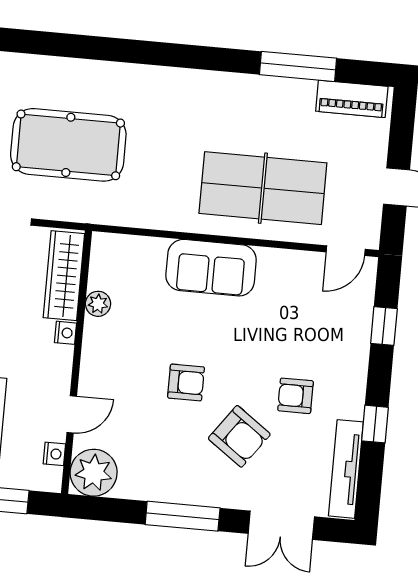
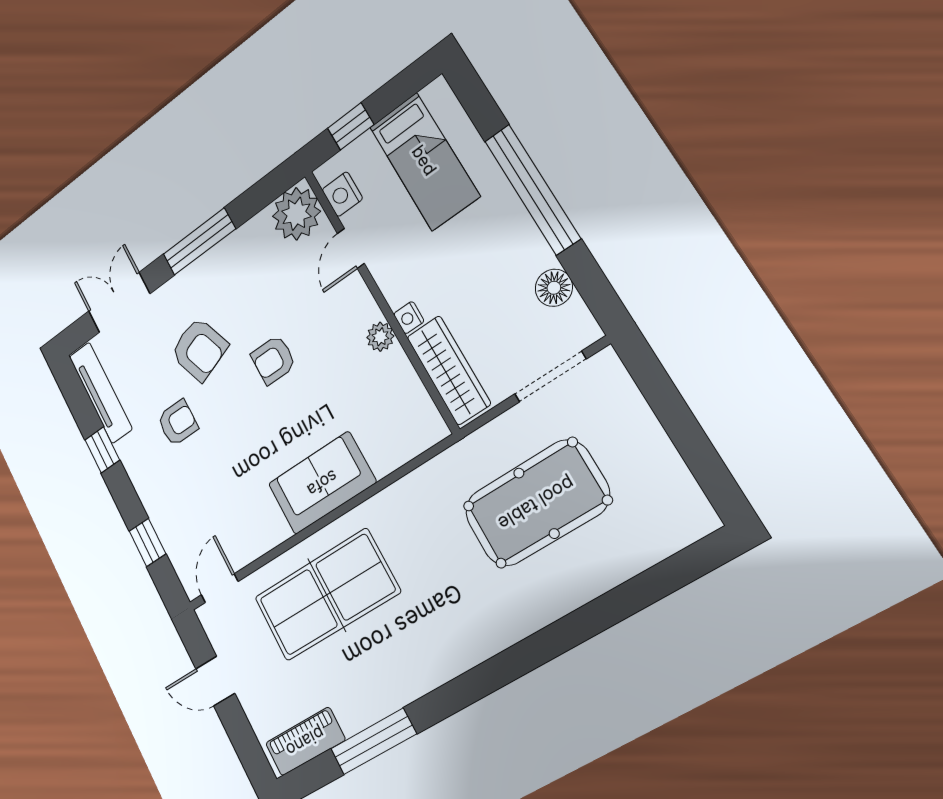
plant: (98, 304) -> (380, 337), moved
armchair: (239, 436) -> (199, 349), turned -146
nightstand: (54, 454) -> (342, 194), width x1.39, depth x1.35

